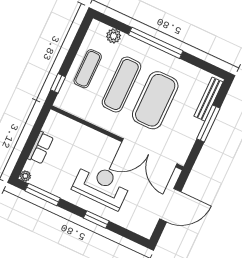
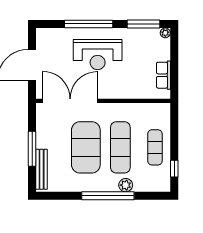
plant: (114, 36) -> (126, 185), moved
window: (58, 83) -> (174, 169), moved
row of seats: (41, 148) -> (163, 75), moved
window: (96, 220) -> (89, 24), width x2.11

